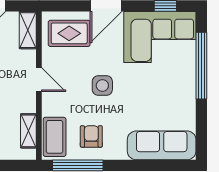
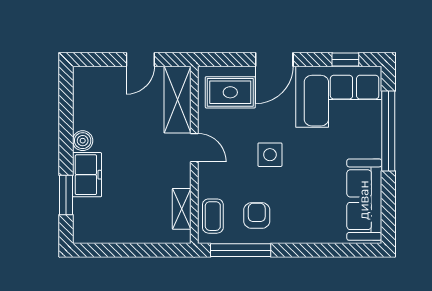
shelving: (28, 30) -> (178, 100), width x1.50, depth x1.33
coffee table: (55, 137) -> (213, 216), width x0.73, depth x0.77
sofa: (162, 145) -> (364, 200), moved, turned -90

